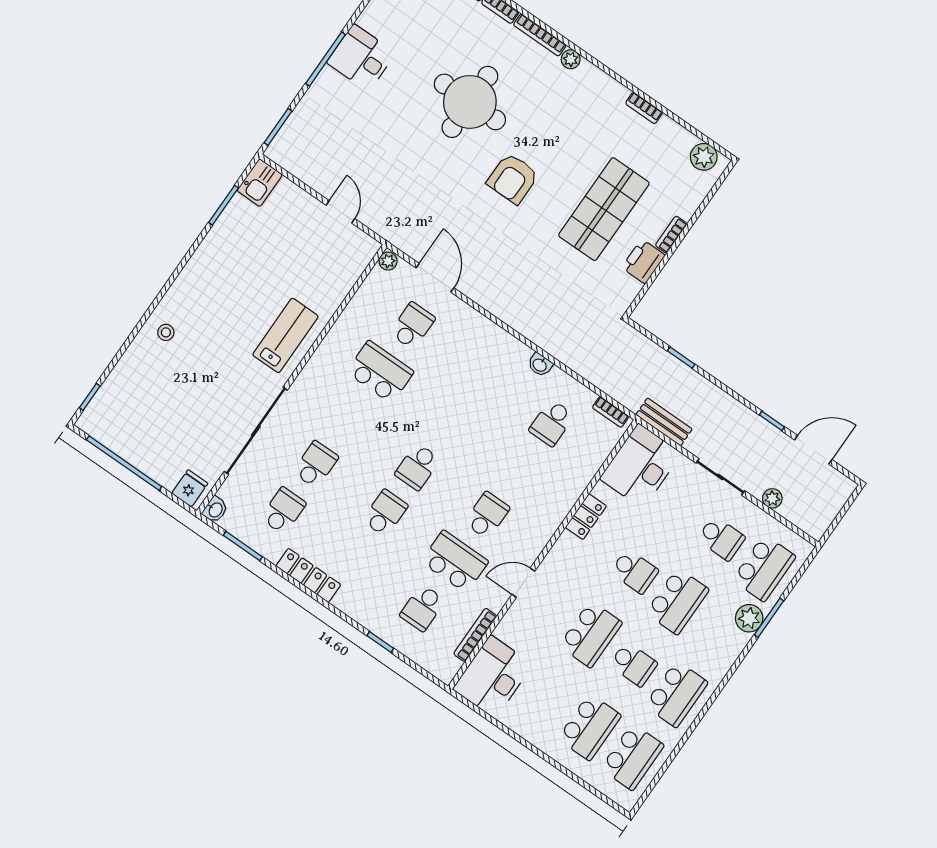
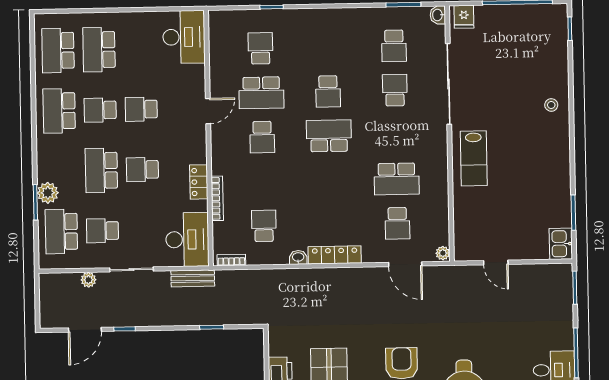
school desk: (316, 464) -> (395, 90), turned 180
school desk: (417, 467) -> (329, 136), width x1.85
locker: (308, 575) -> (335, 255), moved, turned 180
school desk: (591, 634) -> (141, 109), width x0.54
bookcase: (475, 635) -> (217, 198), moved

